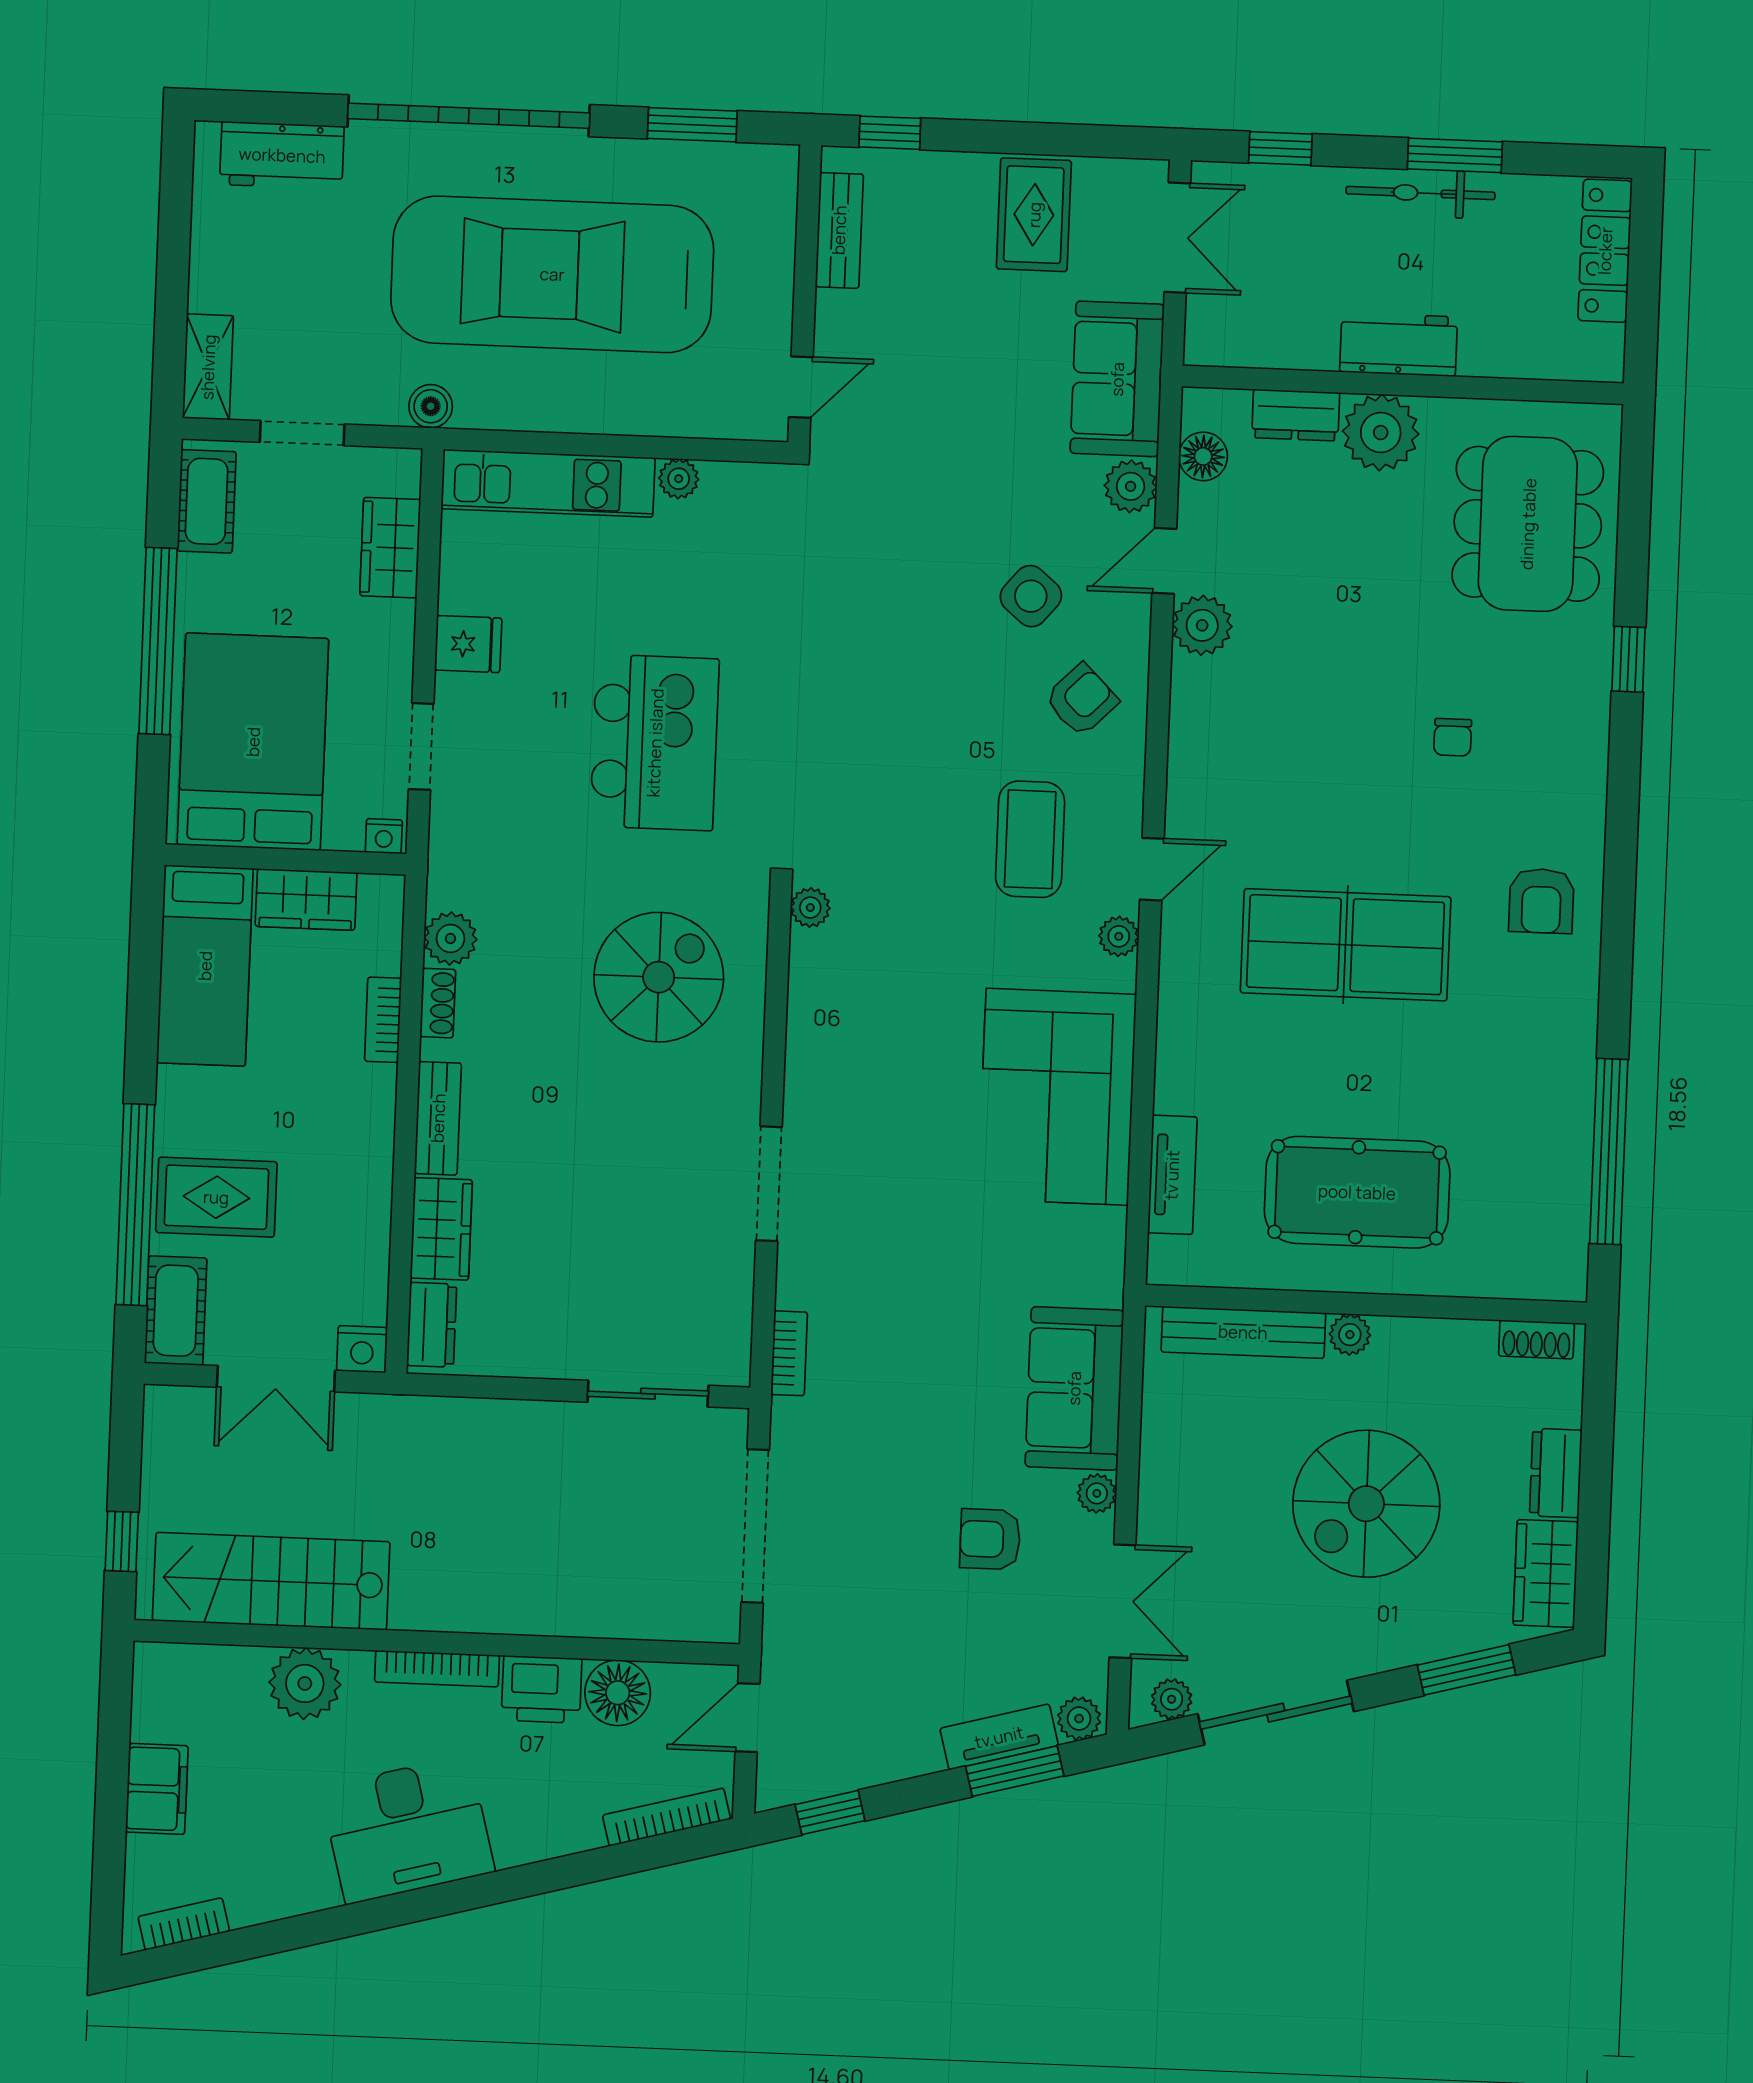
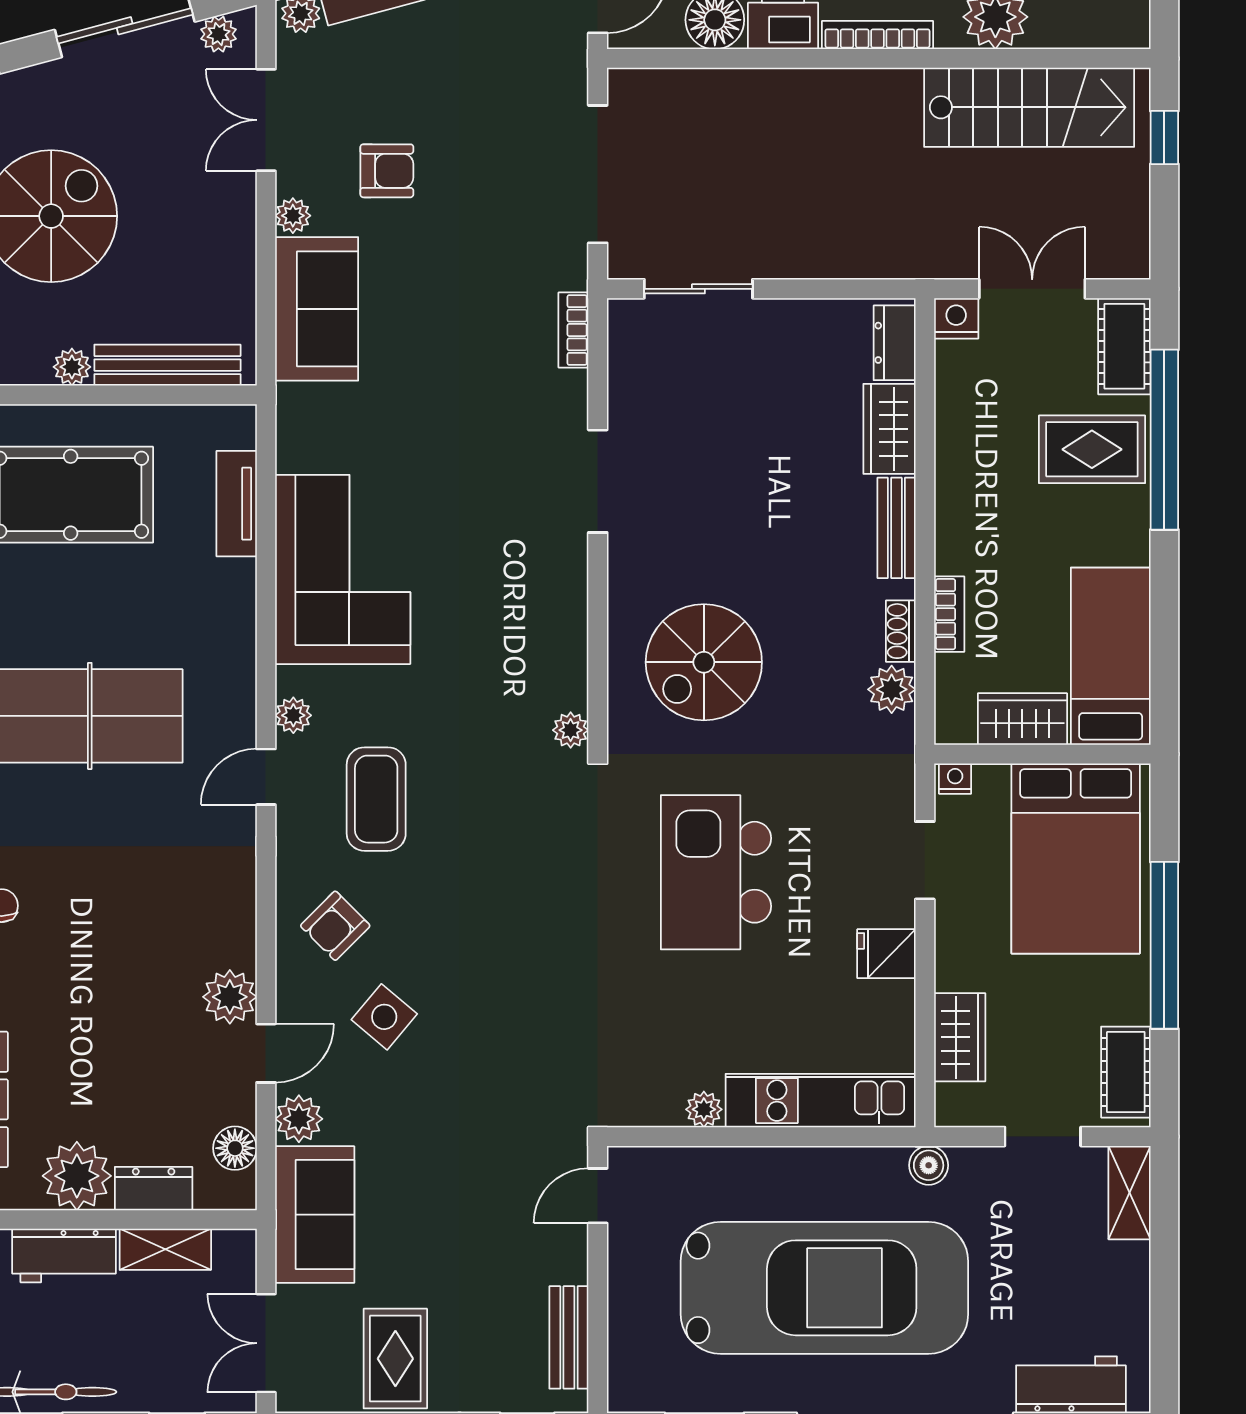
shelving: (1285, 347) -> (165, 1249), added

